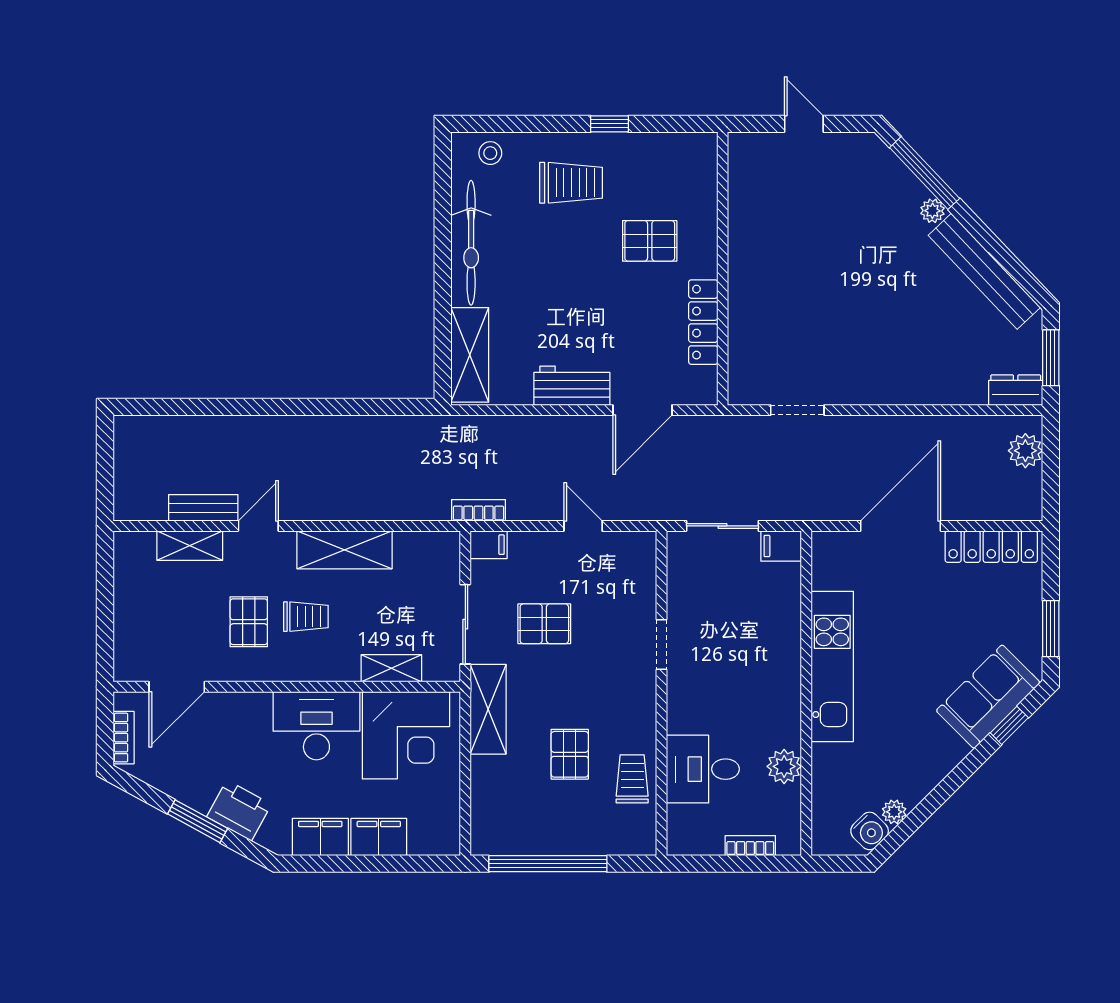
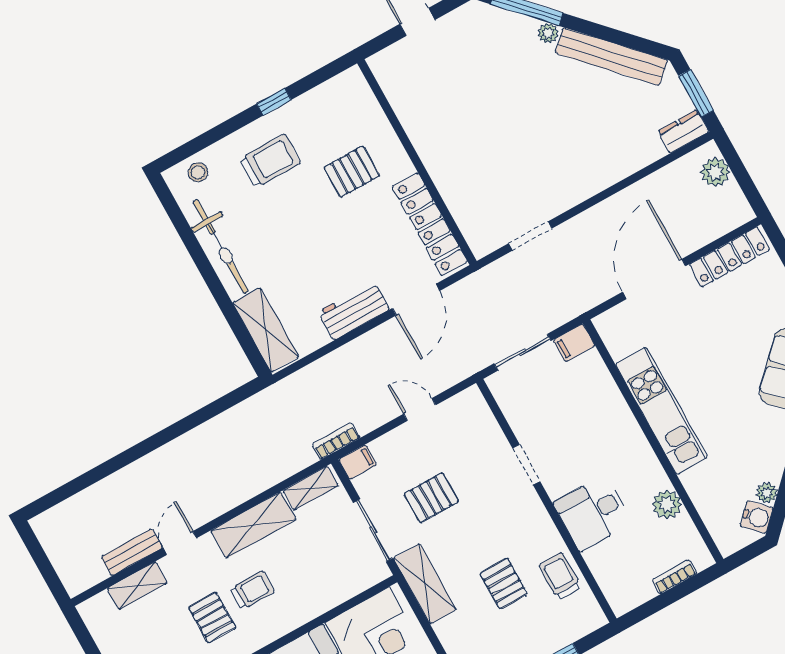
locker: (703, 322) -> (430, 224), width x1.41, depth x1.21
shelving: (391, 668) -> (311, 488), moved
desk: (703, 769) -> (593, 513), moved

